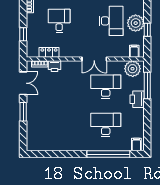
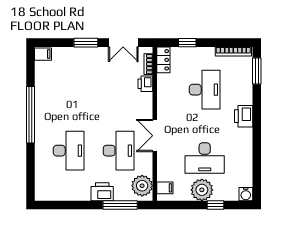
desk: (59, 21) -> (205, 90), width x1.37
window: (147, 30) -> (215, 205), moved
locker: (49, 52) -> (163, 60), moved
filing cabinet: (136, 144) -> (43, 54), moved
window: (108, 154) -> (31, 115), moved

